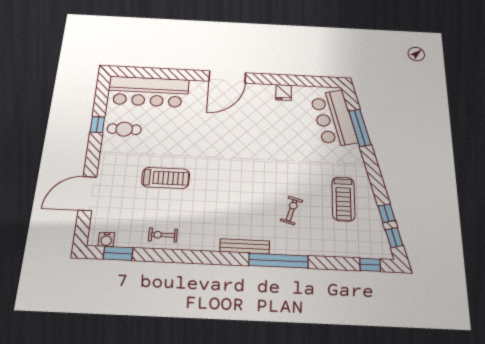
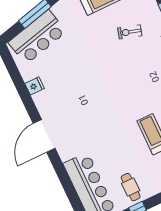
door: (227, 77) -> (44, 136), swing flipped

